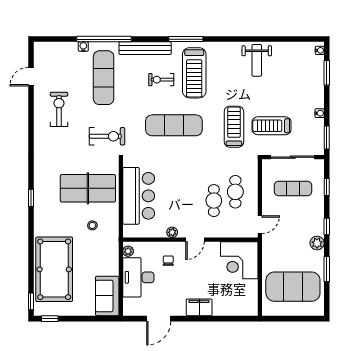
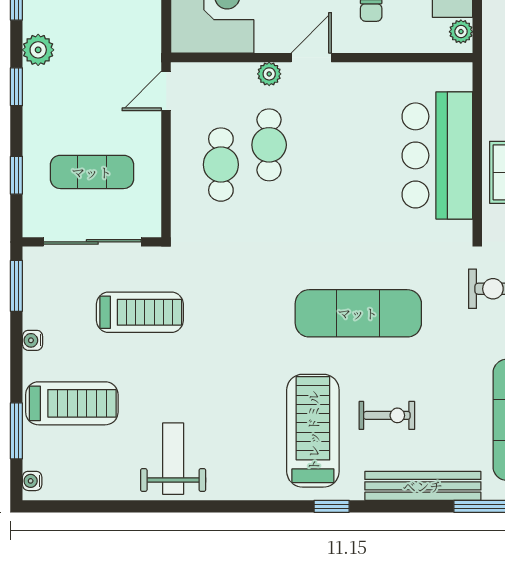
window: (186, 39) -> (332, 506), width x0.46
treadmill: (234, 127) -> (72, 403), moved, turned -90
plant: (172, 232) -> (269, 74), moved

